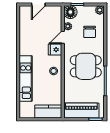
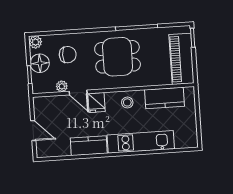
floor lamp: (70, 12) -> (40, 63), moved
kitchen counter: (25, 42) -> (89, 146), added
dining table: (86, 66) -> (118, 57), turned 90
kitchen counter: (48, 111) -> (165, 98), moved, turned -90

